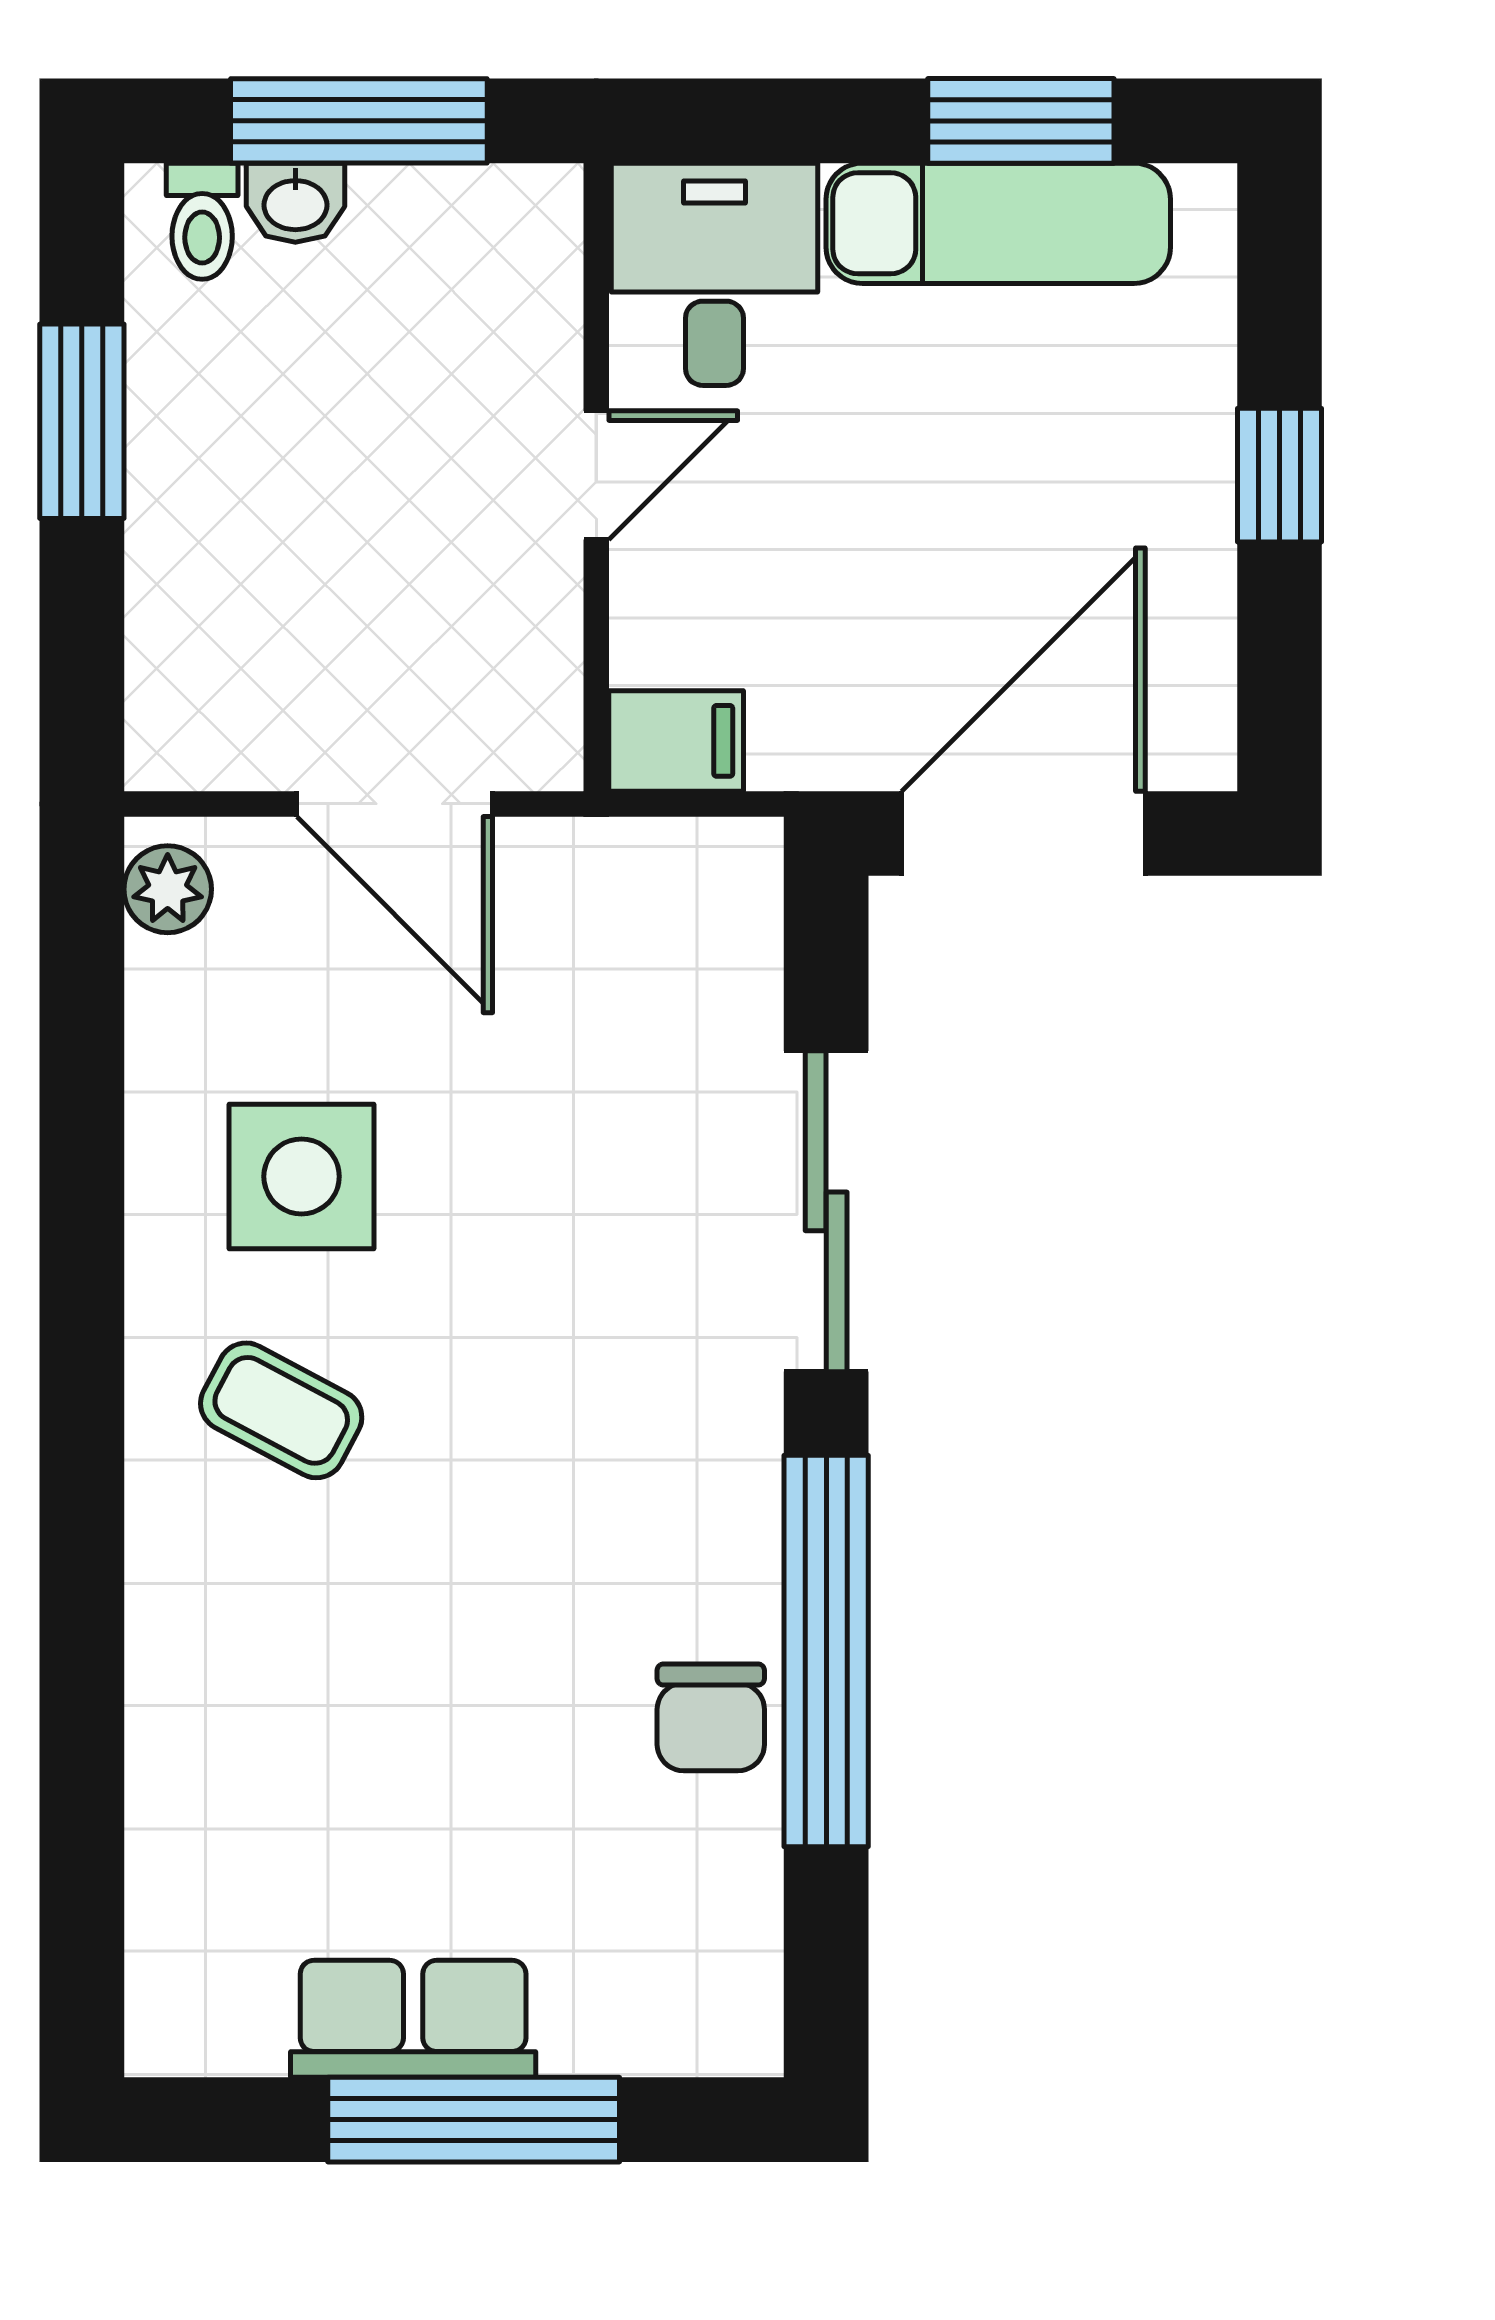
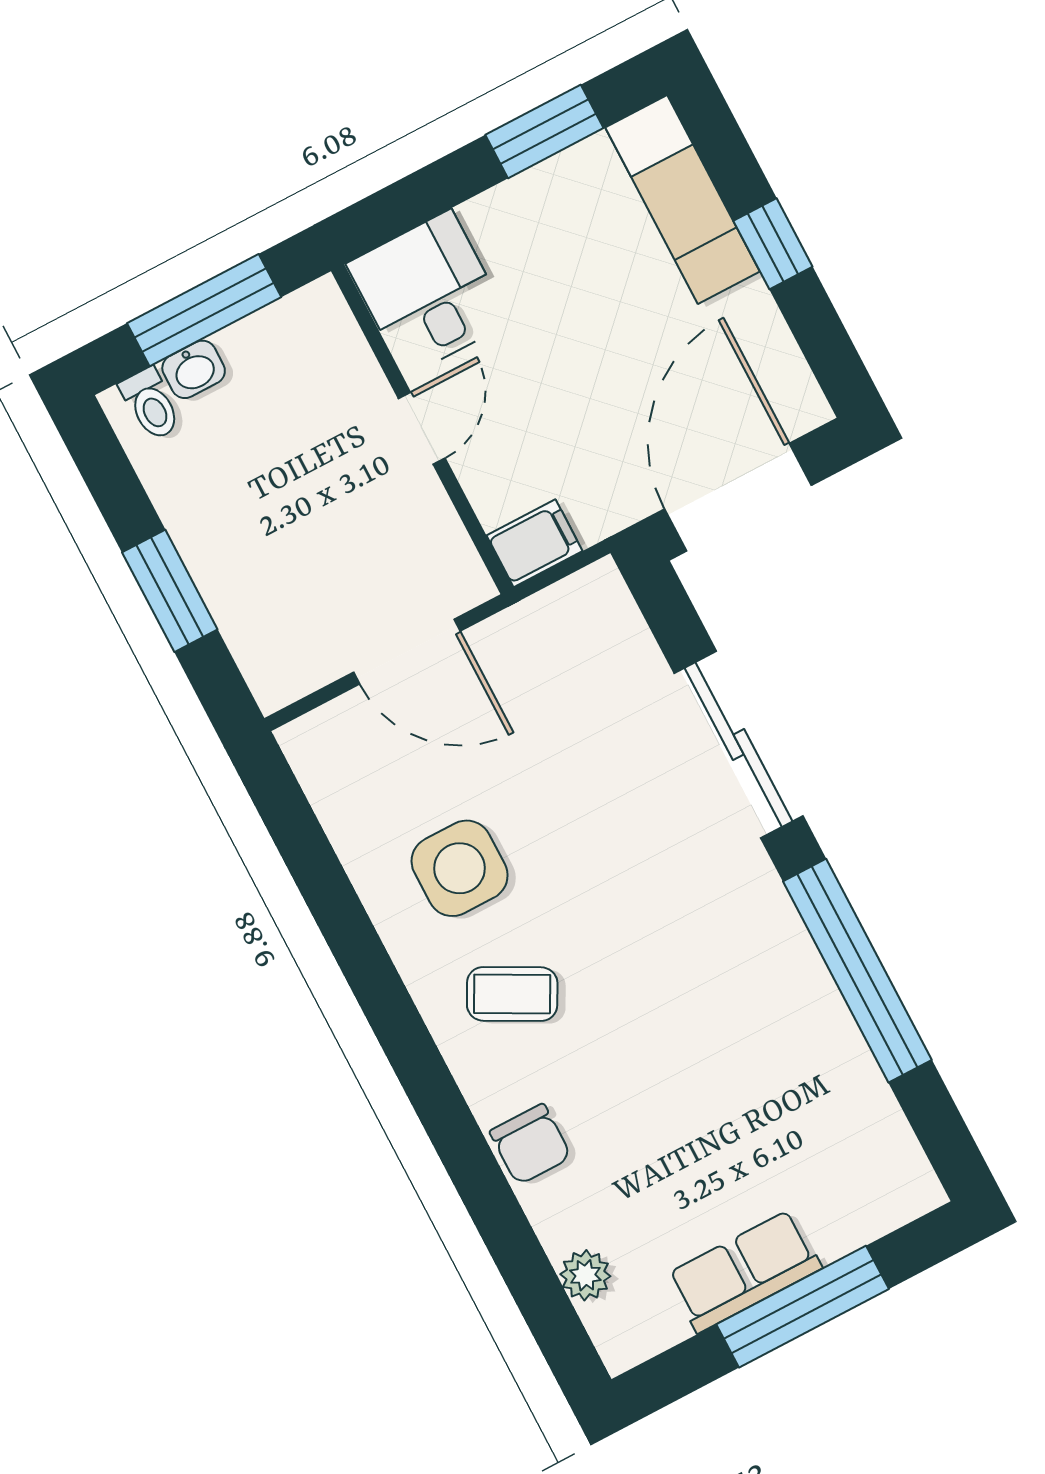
exam couch: (998, 223) -> (682, 200), moved, turned 90
window: (82, 421) -> (170, 591), moved
plant: (168, 889) -> (585, 1275), moved
chair: (711, 1717) -> (530, 1144), moved

